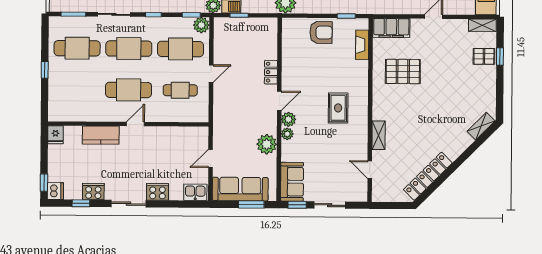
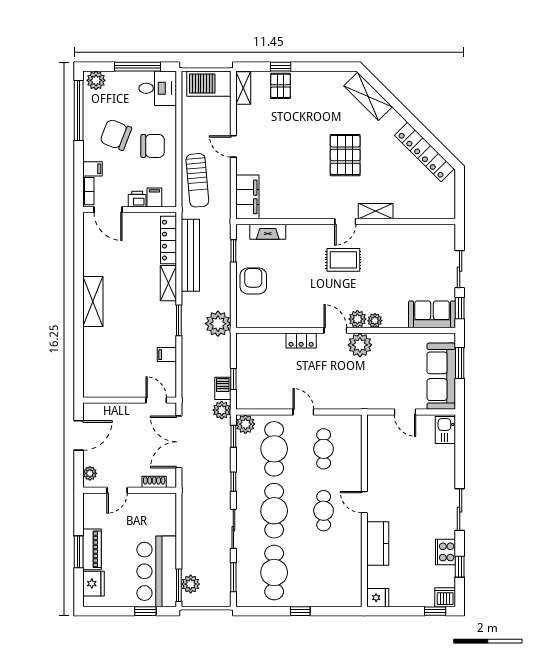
pallet: (403, 71) -> (345, 155), moved
cafe table: (129, 90) -> (324, 511), width x0.73, depth x0.74
shelving: (481, 126) -> (368, 96), width x1.50, depth x1.33
plant: (267, 144) -> (360, 345), moved
door: (370, 170) -> (345, 222), moved
cooker: (158, 192) -> (445, 475), removed

